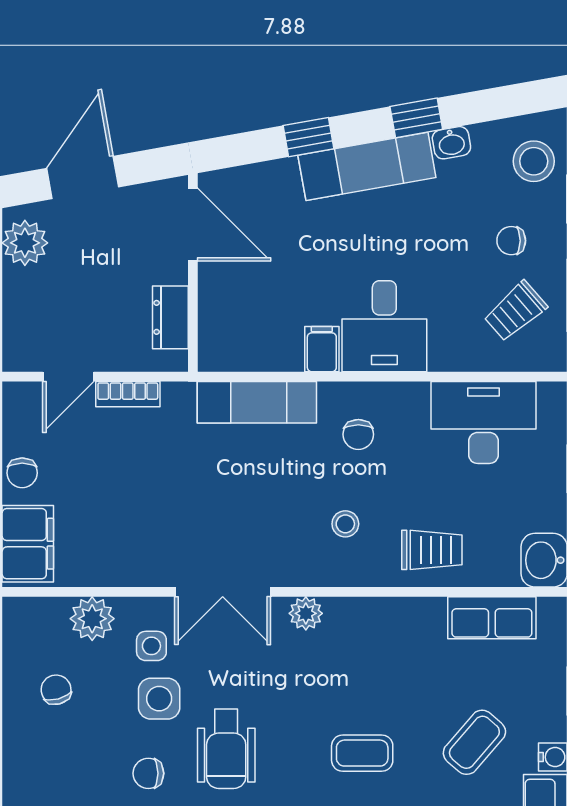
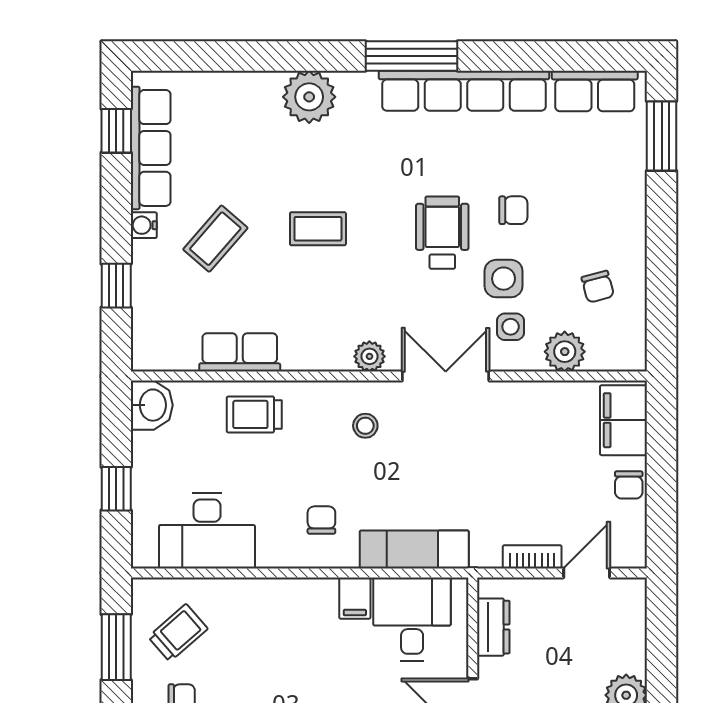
desk: (384, 326) -> (412, 619), moved
chair: (22, 473) -> (629, 485), turned 180
stool: (345, 524) -> (365, 426), moved
row of seats: (492, 618) -> (240, 352), moved

